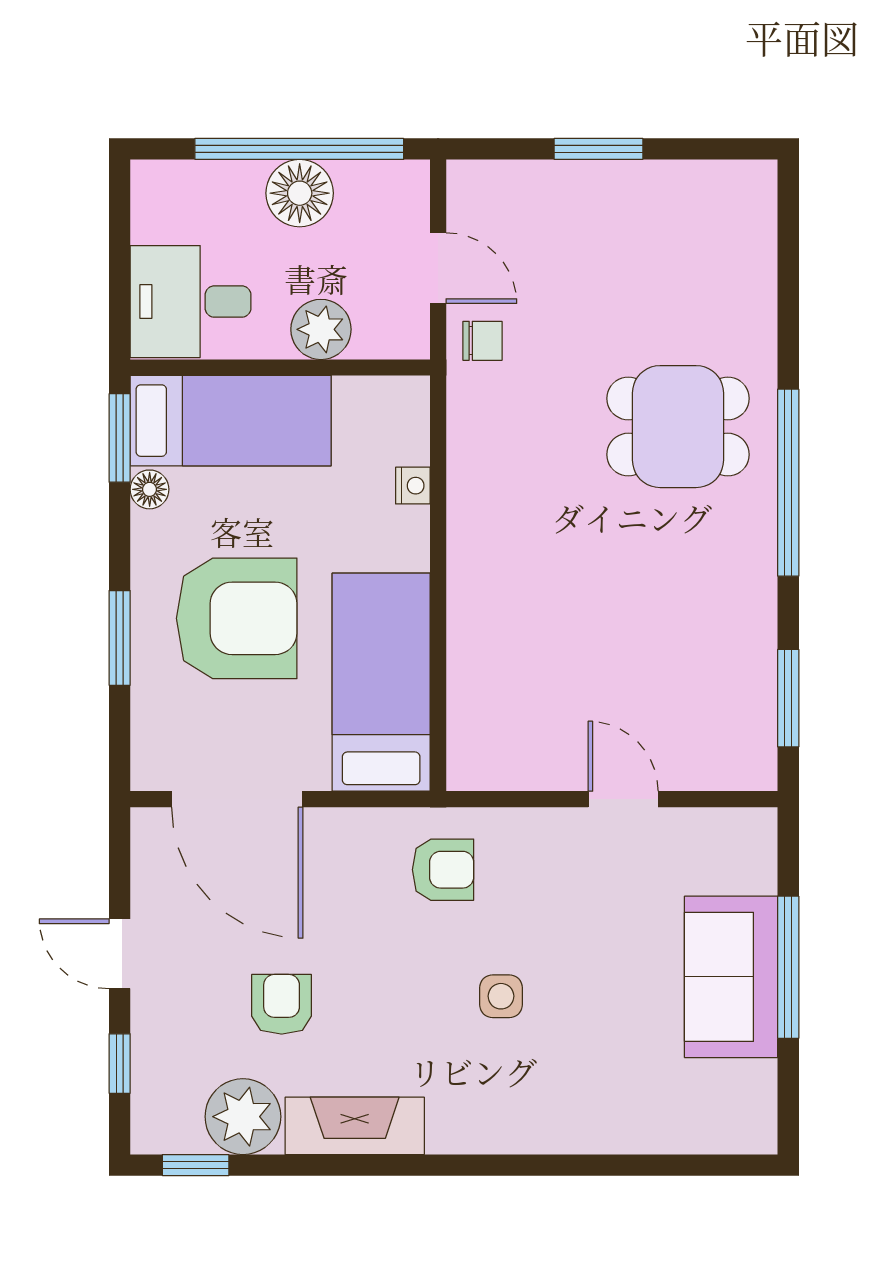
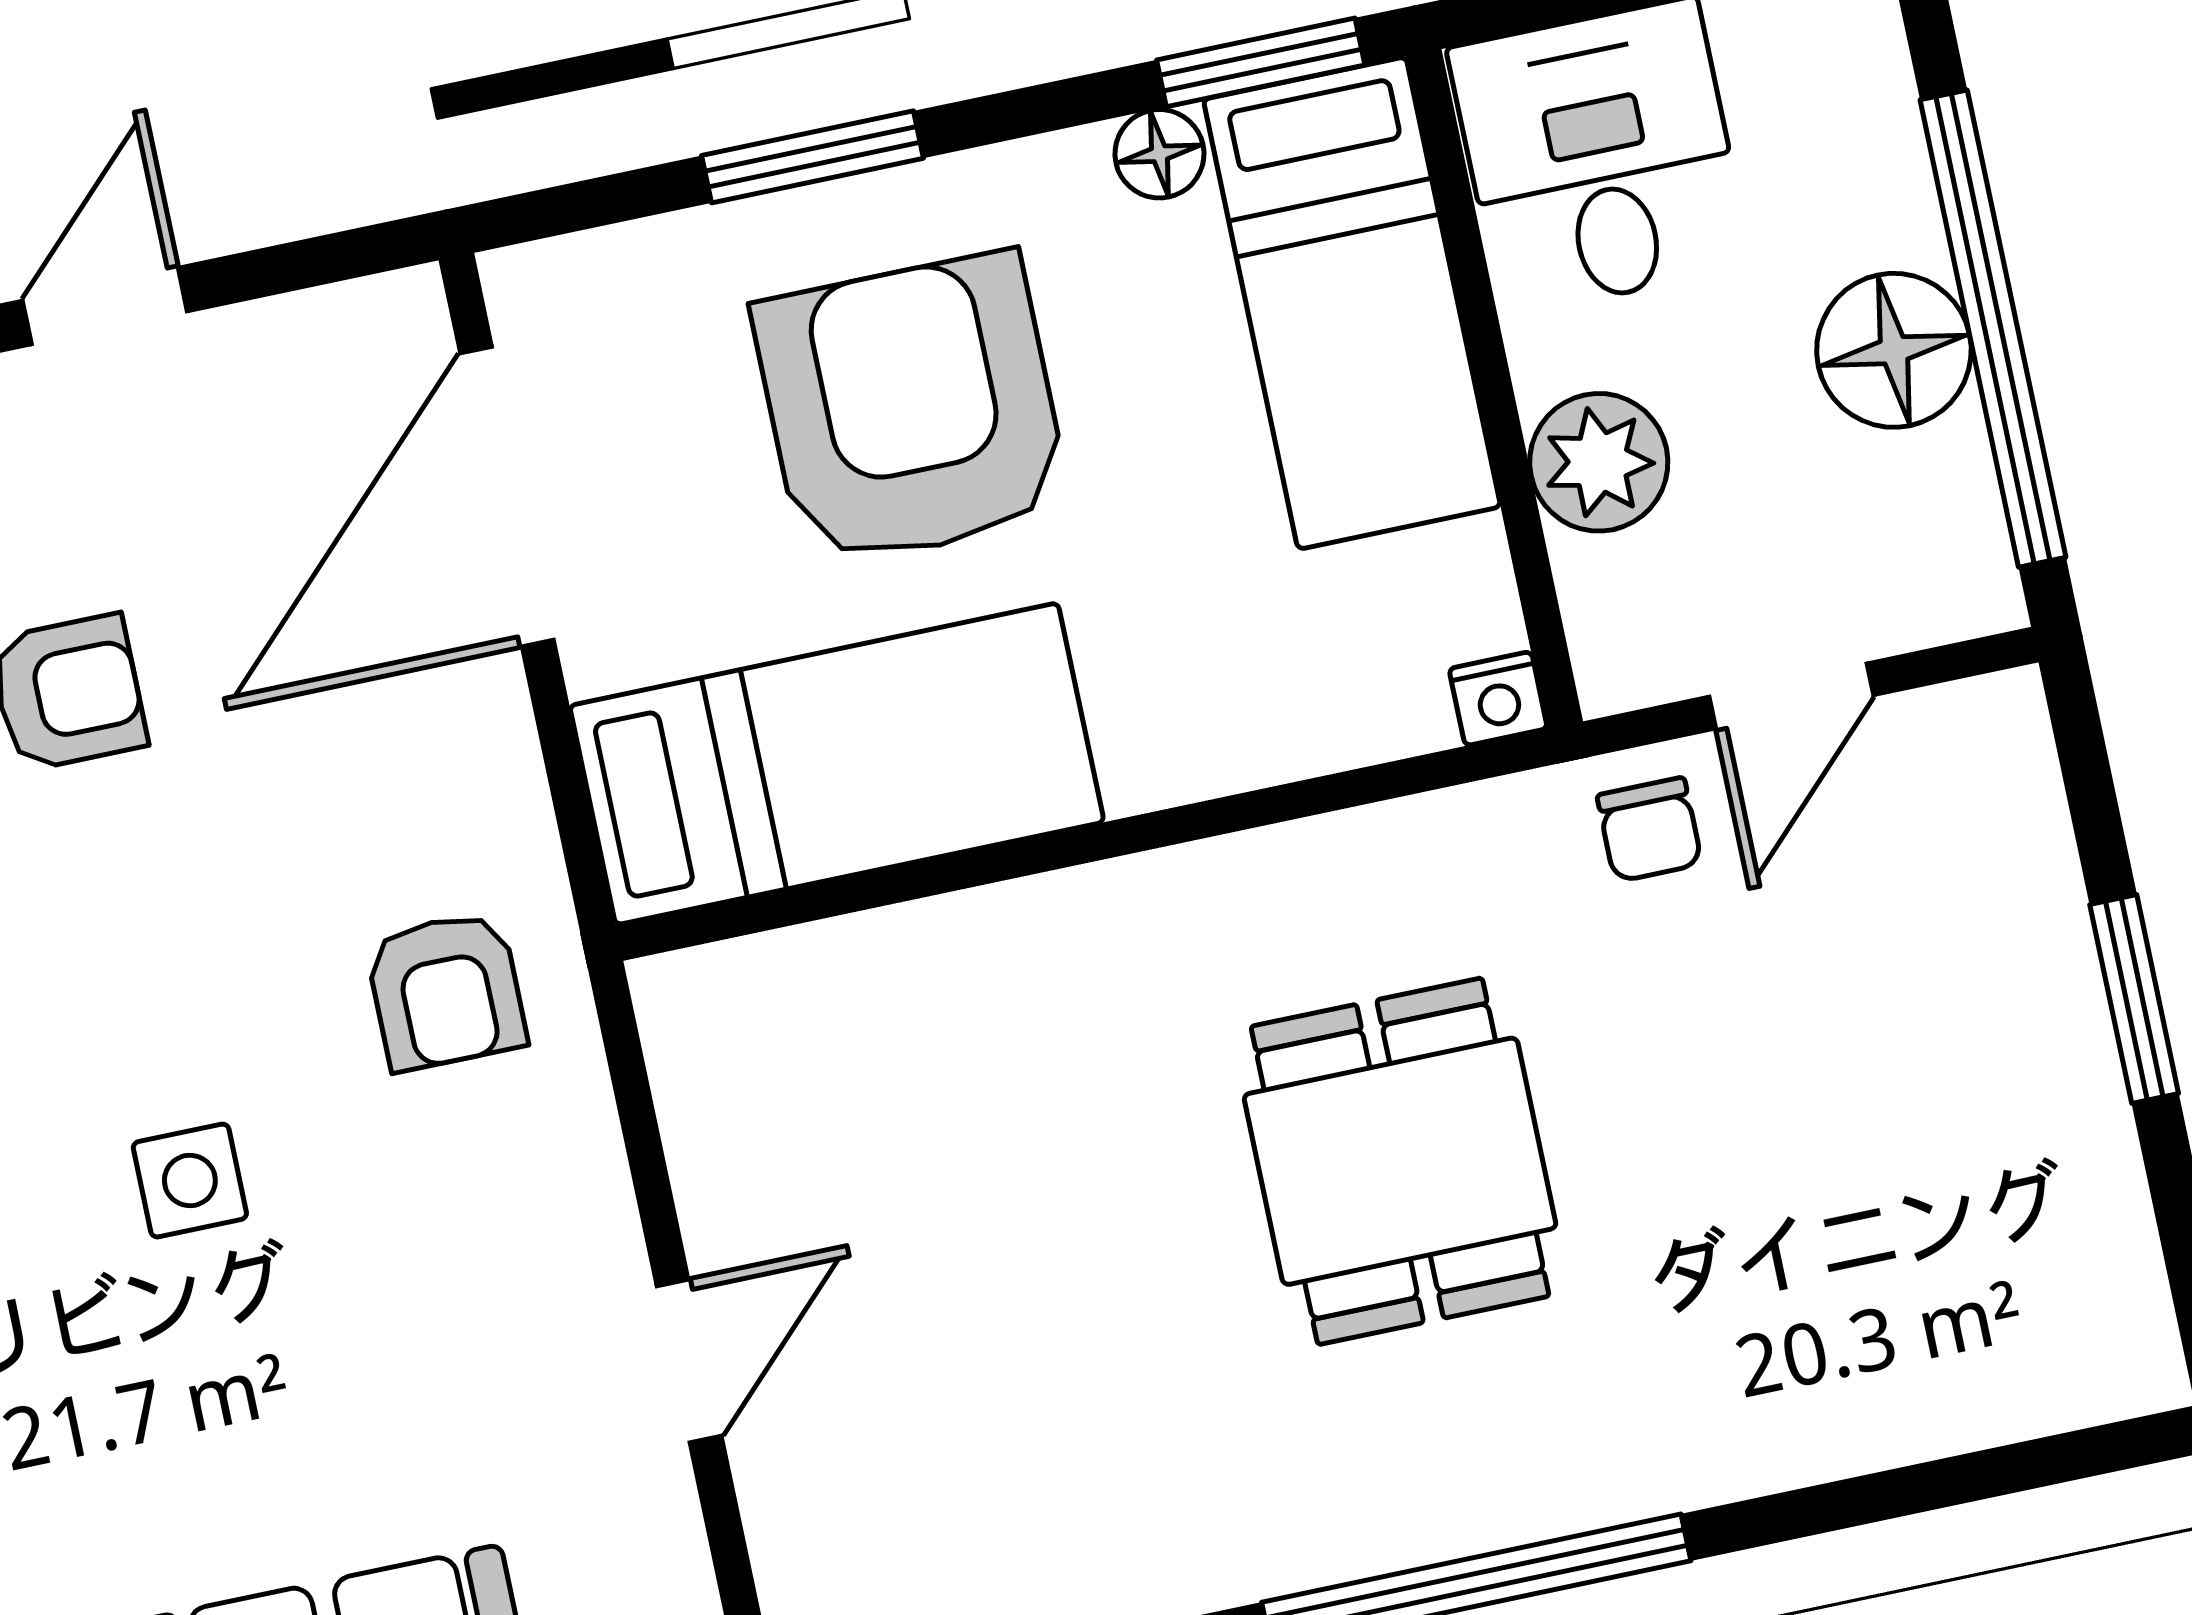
dining table: (678, 427) -> (1400, 1161), moved
nightstand: (413, 486) -> (1498, 699), moved
armchair: (237, 618) -> (912, 410), turned 180

